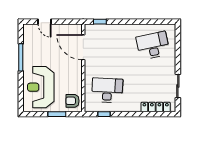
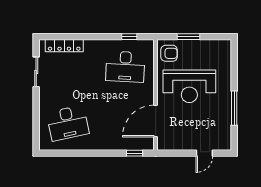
door: (44, 22) -> (204, 153), swing flipped
door: (83, 47) -> (156, 121), swing flipped
reception desk: (41, 87) -> (189, 86), moved, turned 90

